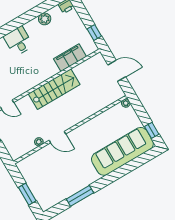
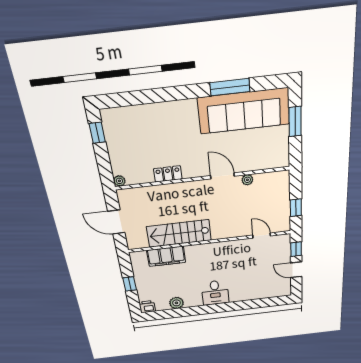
window: (94, 33) -> (130, 284), moved
stairs: (54, 89) -> (179, 233), moved
locker: (95, 122) -> (168, 174), added
sofa: (122, 151) -> (244, 111), moved

